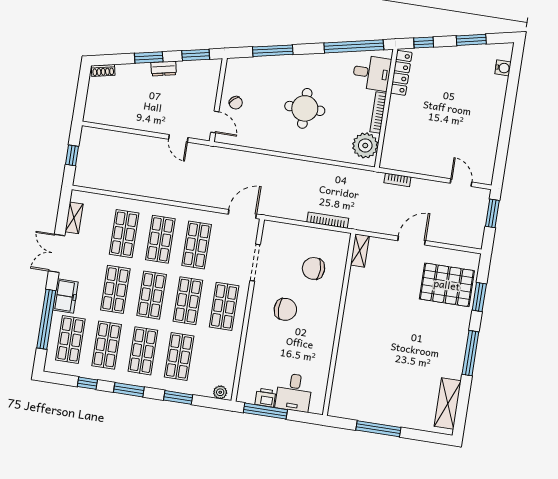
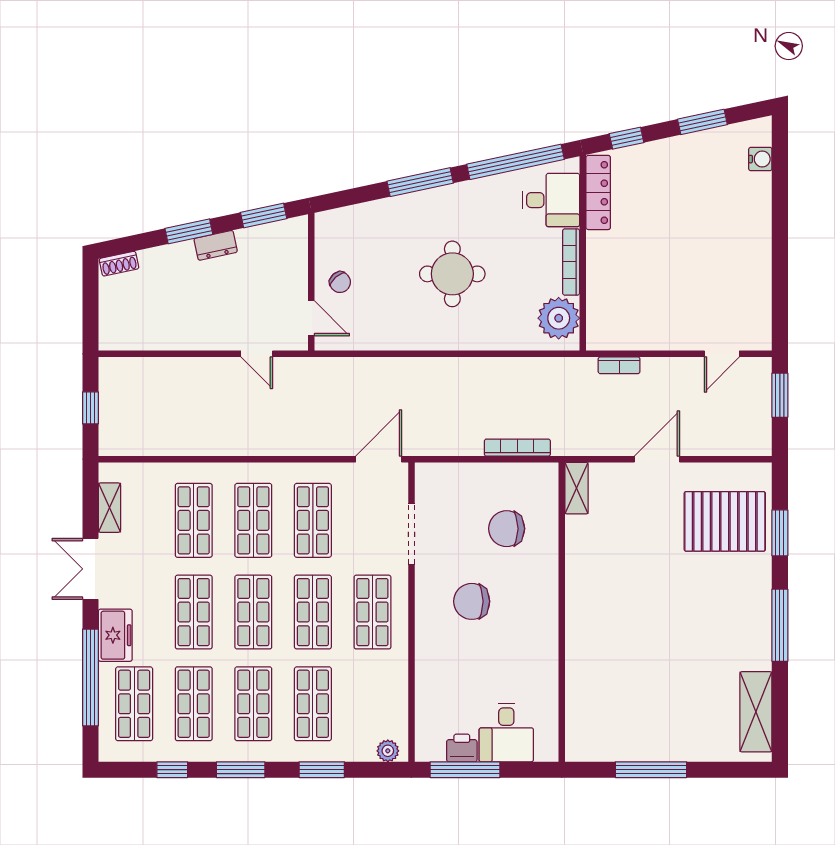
window: (273, 51) -> (420, 182), moved
door: (461, 183) -> (722, 354), swing flipped
chair: (285, 309) -> (472, 601), turned 180

